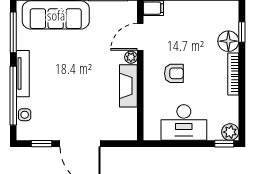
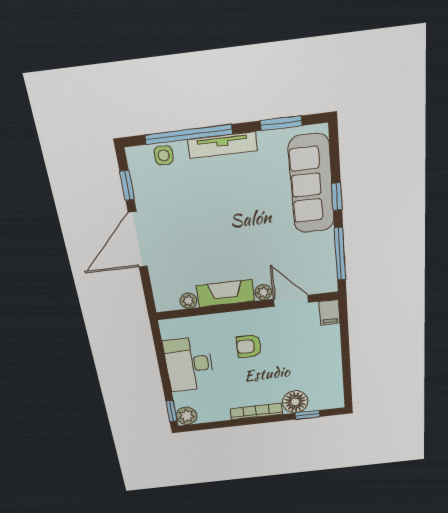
window: (13, 32) -> (281, 123), width x0.69
armchair: (174, 73) -> (249, 346), turned 90
plant: (131, 115) -> (188, 301), added

